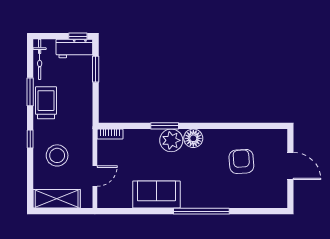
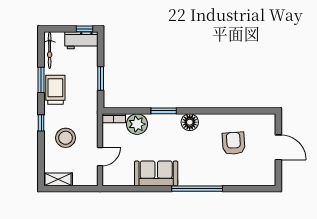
window: (96, 69) -> (101, 79), moved
plant: (171, 140) -> (137, 124), moved
shelving: (57, 199) -> (58, 179), width x0.67, depth x0.75

